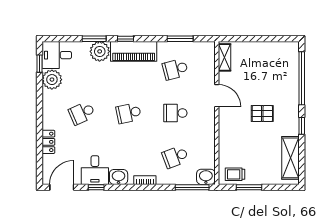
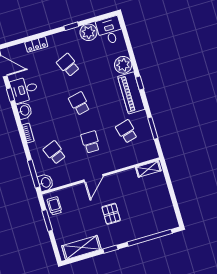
window: (94, 39) -> (132, 57), removed
window: (39, 64) -> (71, 26), moved
door: (217, 96) -> (94, 178), moved

